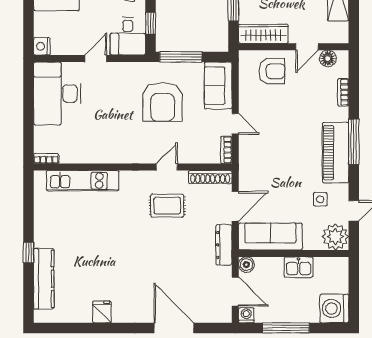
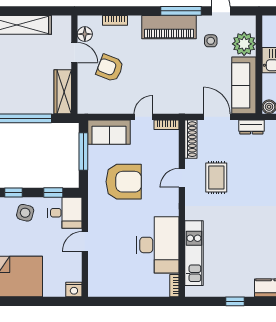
window: (181, 57) -> (83, 151), moved
door: (96, 59) -> (85, 241), hinge flipped
armchair: (272, 71) -> (110, 68), moved, turned -69
desk: (57, 94) -> (158, 245), moved, turned -90
window: (354, 142) -> (181, 11), moved
door: (167, 167) -> (182, 178), hinge flipped
plant: (335, 237) -> (244, 44), moved
dresser: (224, 245) -> (251, 127), width x0.70
window: (29, 253) -> (235, 301), moved

